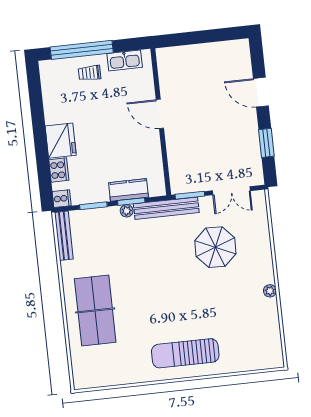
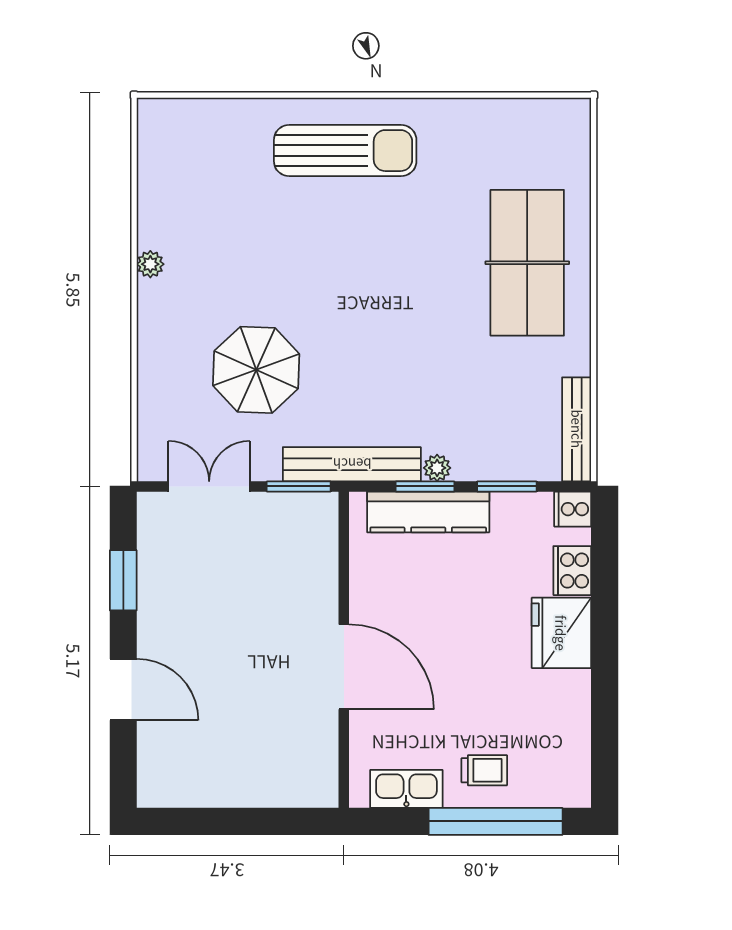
door: (160, 114) -> (344, 667), width x1.36
kitchen counter: (129, 190) -> (428, 512), width x1.50

